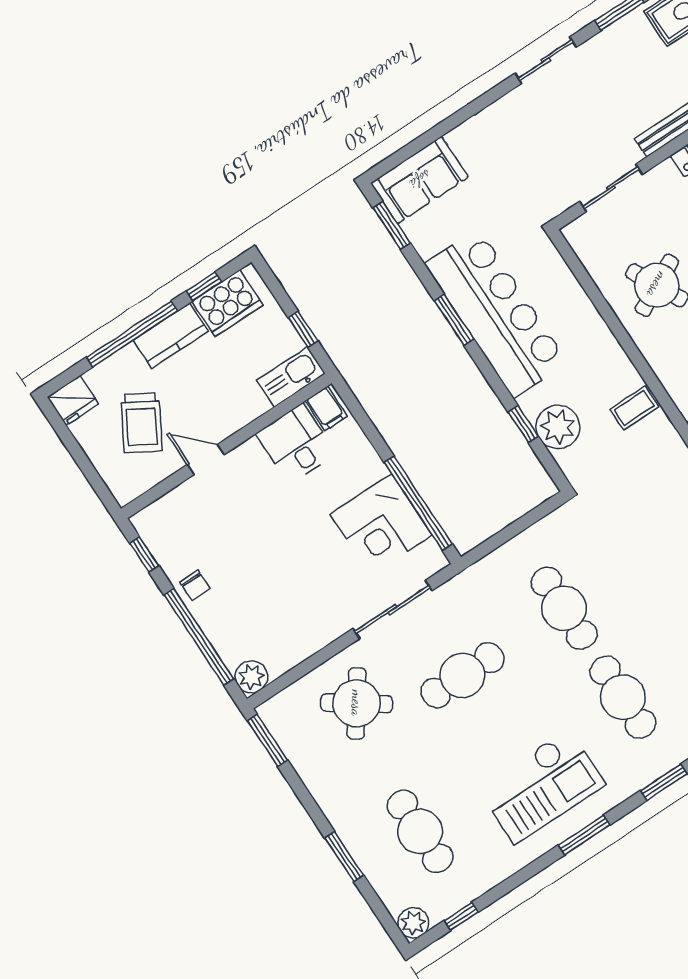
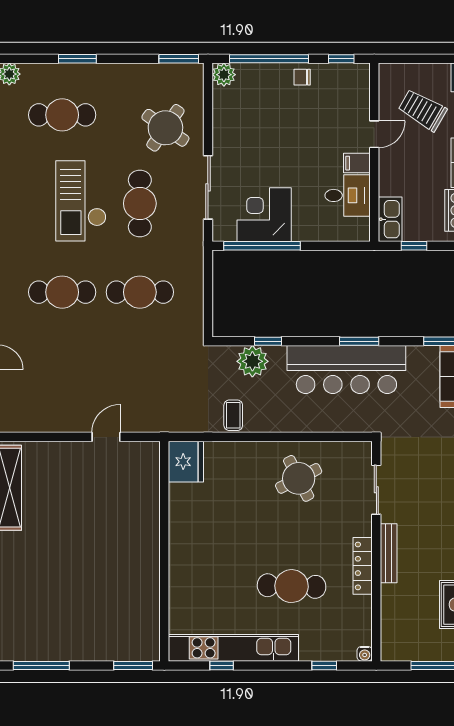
filing cabinet: (326, 408) -> (357, 163), moved
checkout: (541, 786) -> (81, 201), moved

